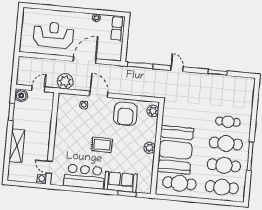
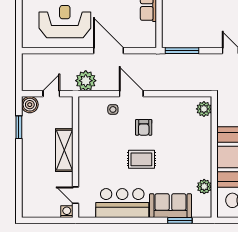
door: (85, 60) -> (108, 51), hinge flipped
armchair: (125, 114) -> (144, 127), moved, width x0.53, depth x0.53
shelving: (17, 146) -> (64, 150), moved
plant: (150, 148) -> (204, 187), moved

